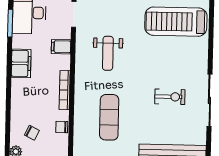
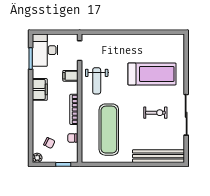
treadmill: (176, 22) -> (152, 74), moved, turned 180
weight bench: (108, 53) -> (97, 81), moved
exercise mat: (109, 117) -> (109, 130), width x1.36, depth x1.45

